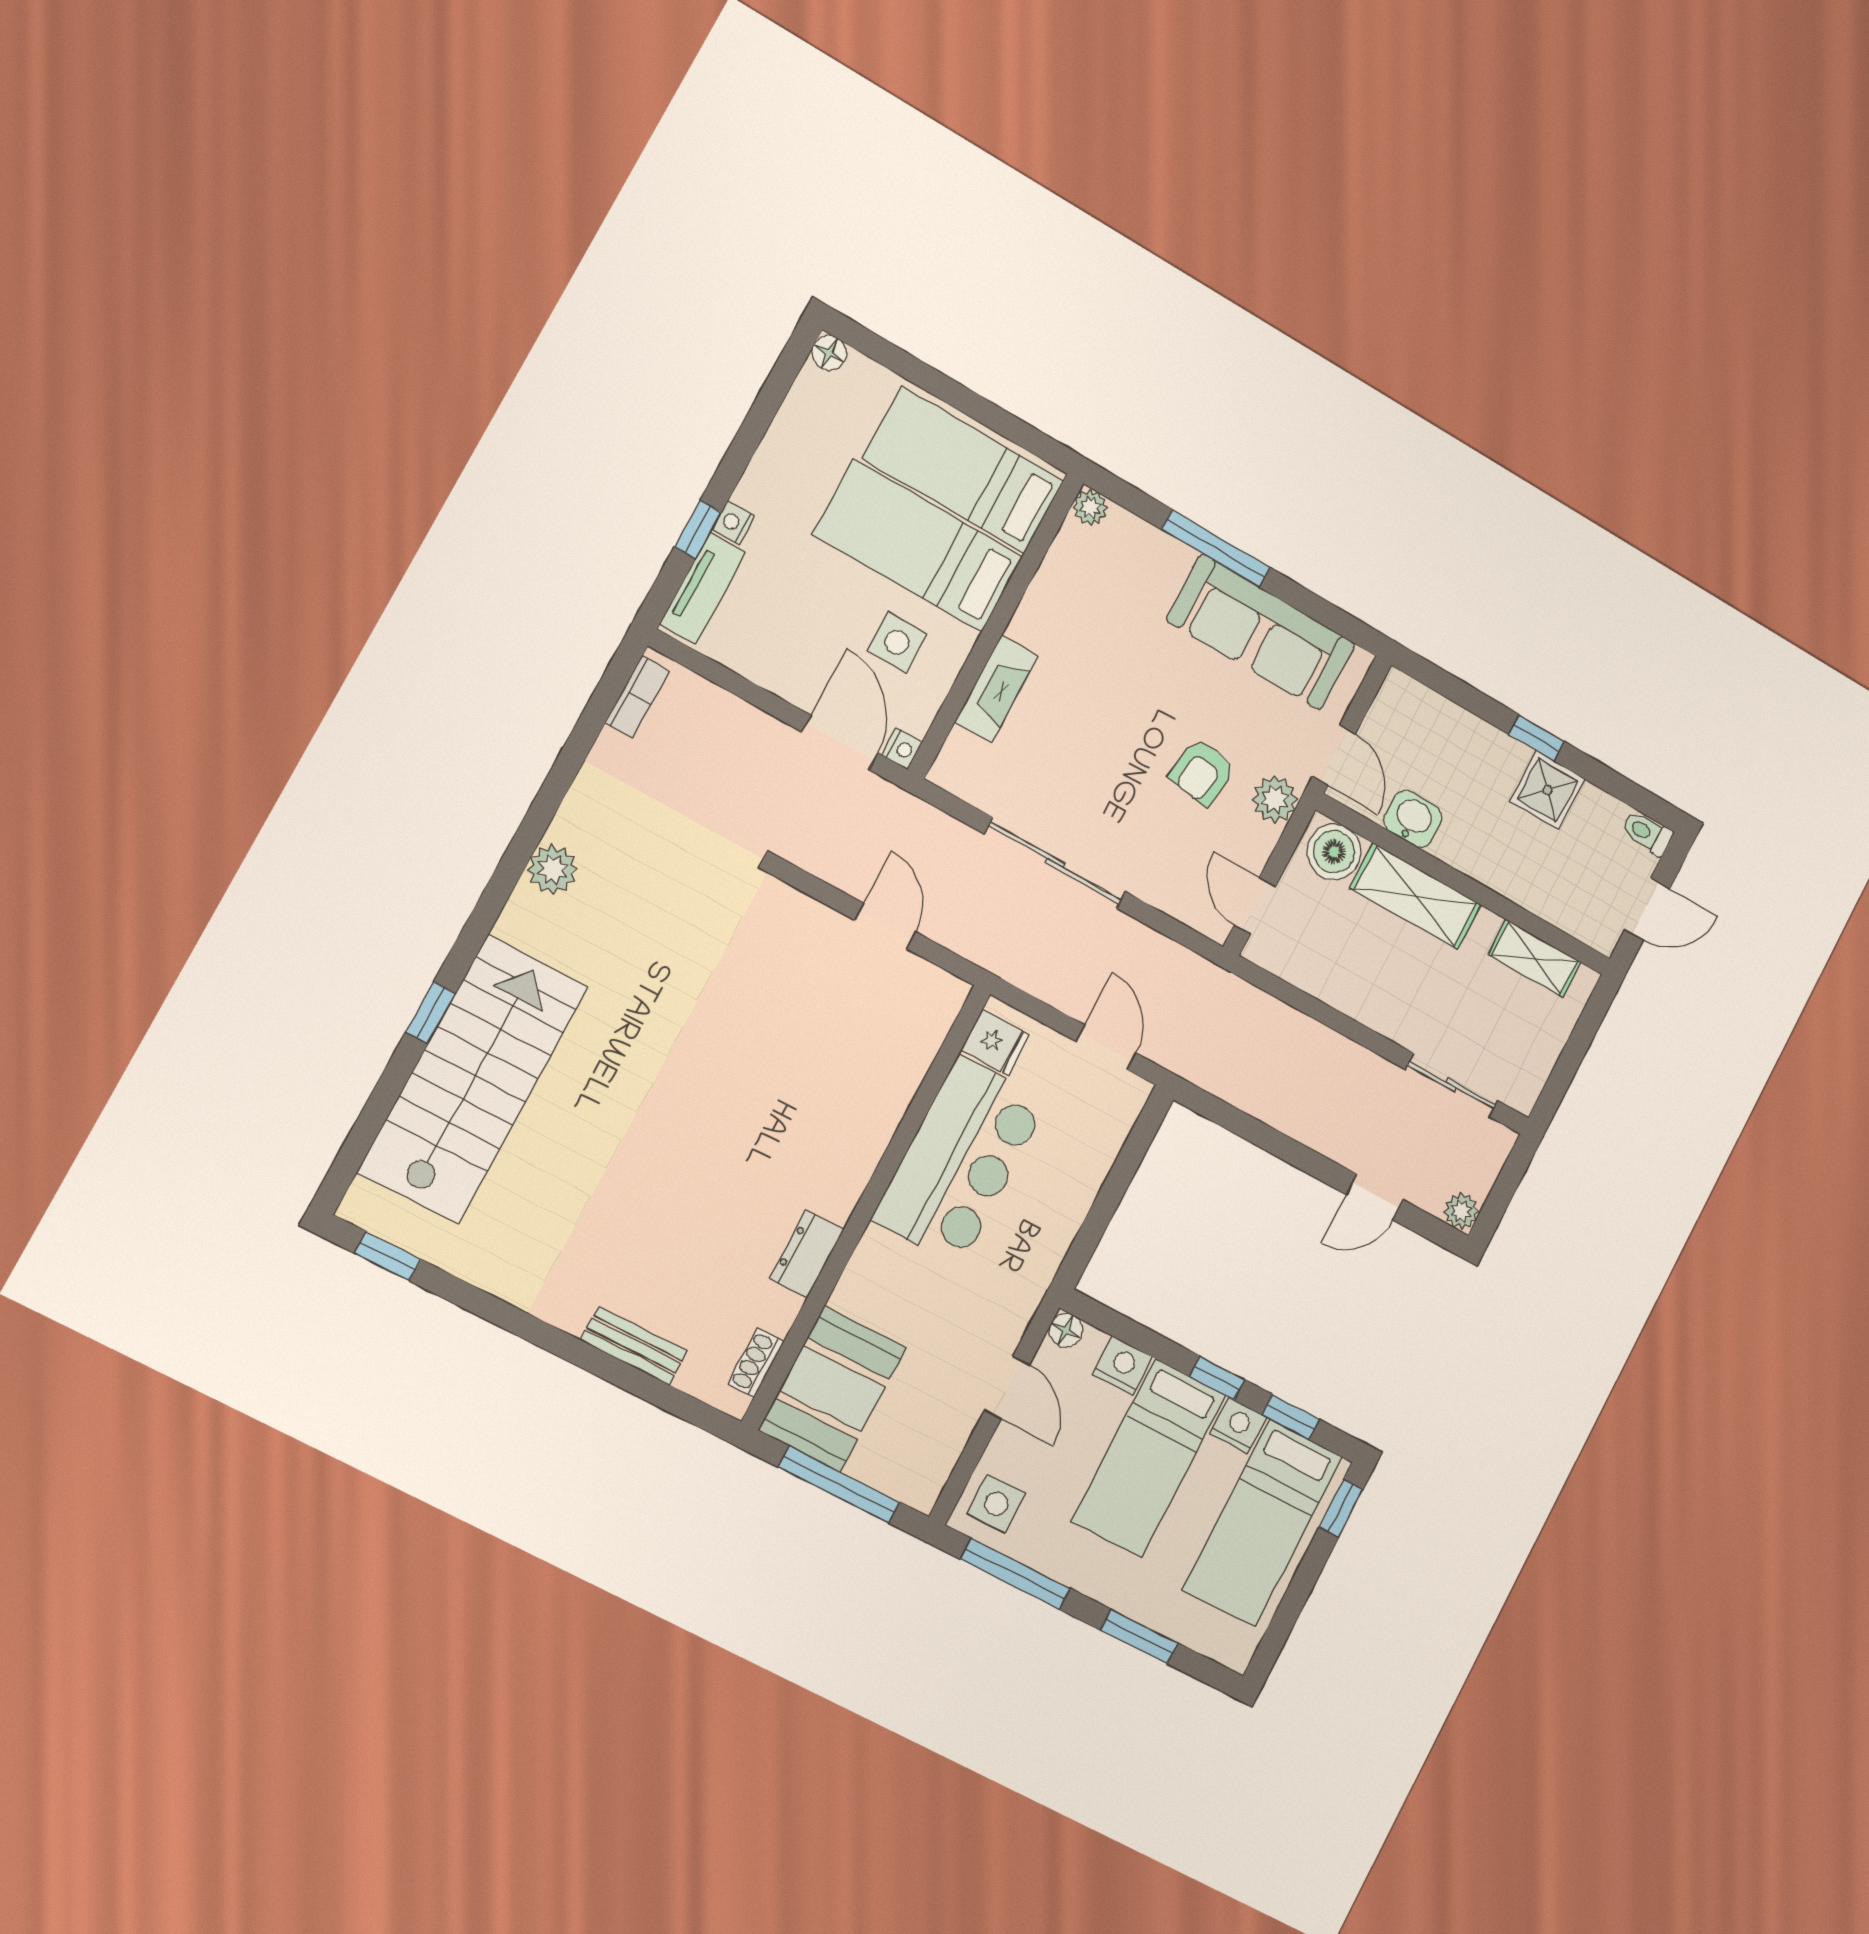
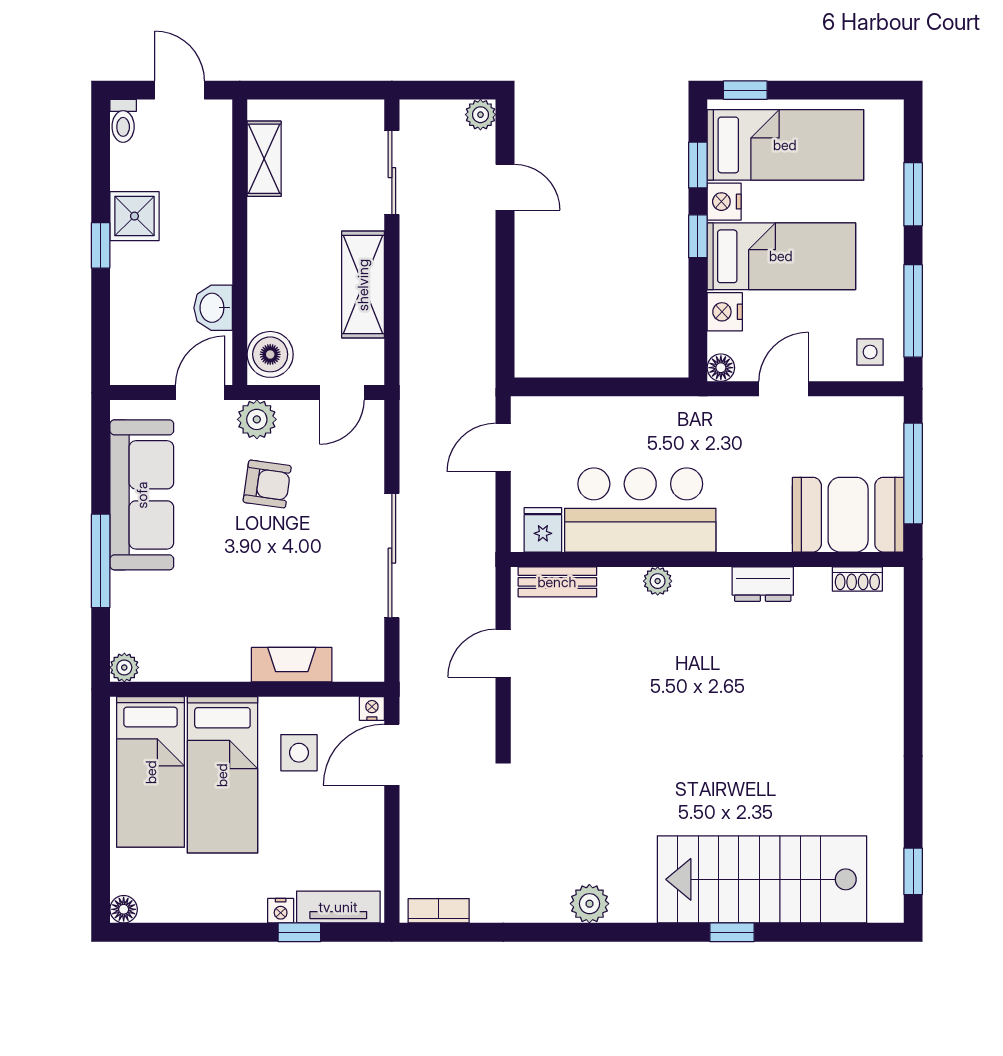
shelving: (1416, 896) -> (363, 285), moved
plant: (873, 1139) -> (658, 581), added
bench: (634, 1346) -> (557, 582), moved, turned 90
side table: (996, 1504) -> (870, 352), width x0.73, depth x0.73

